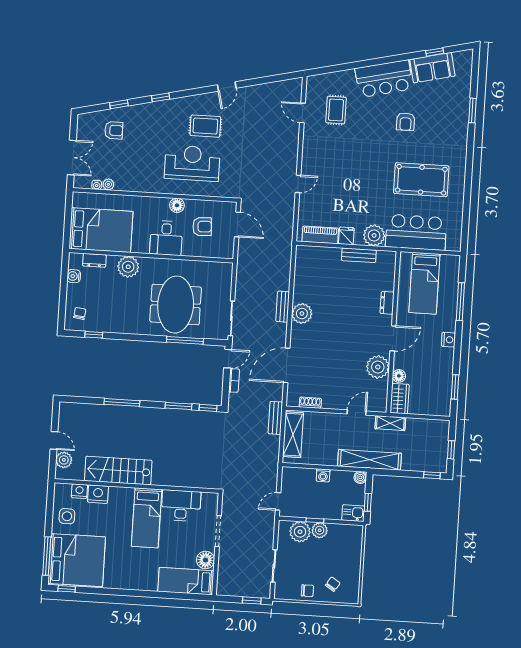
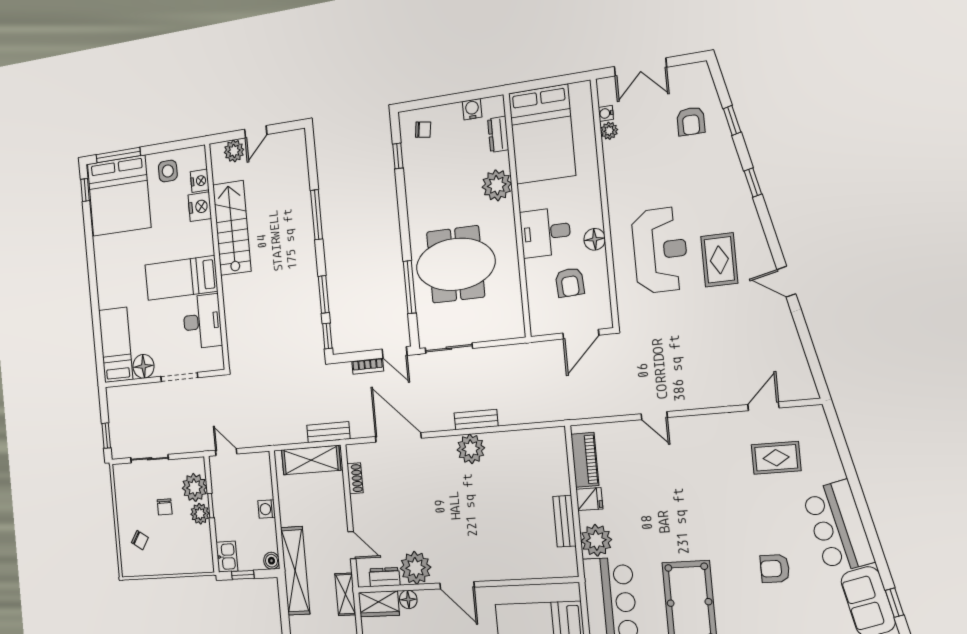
dresser: (387, 303) -> (385, 577), moved
chair: (307, 591) -> (165, 507), moved

